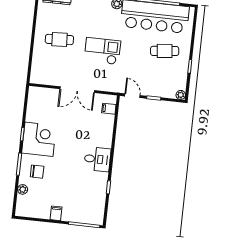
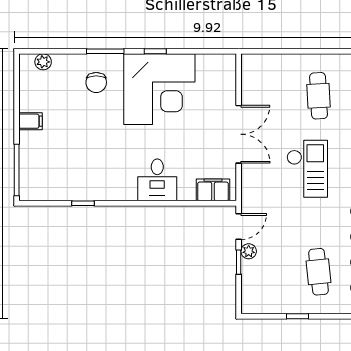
double door: (77, 90) -> (239, 134), swing flipped
plant: (181, 95) -> (249, 251), moved
filing cabinet: (109, 109) -> (213, 190), width x2.00
corner desk: (39, 139) -> (159, 89), width x1.36, depth x1.36
desk: (97, 159) -> (157, 180), moved
plant: (23, 189) -> (43, 62), moved

